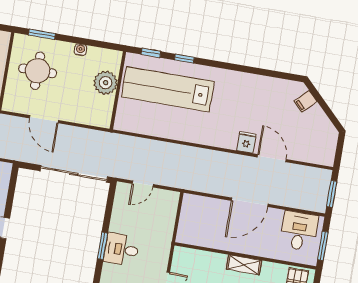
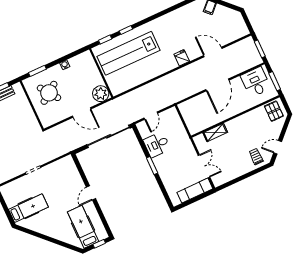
round table: (38, 71) -> (49, 93), turned -36
plant: (106, 83) -> (101, 94), moved
door: (44, 119) -> (82, 112), moved
fridge: (246, 142) -> (182, 58), moved
desk: (122, 249) -> (157, 145), moved
shelving: (244, 265) -> (215, 132), moved

